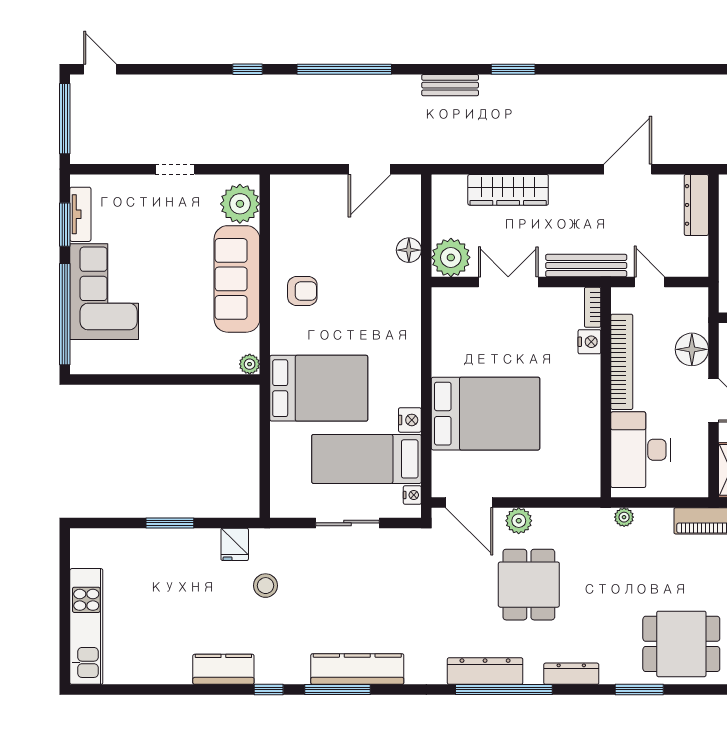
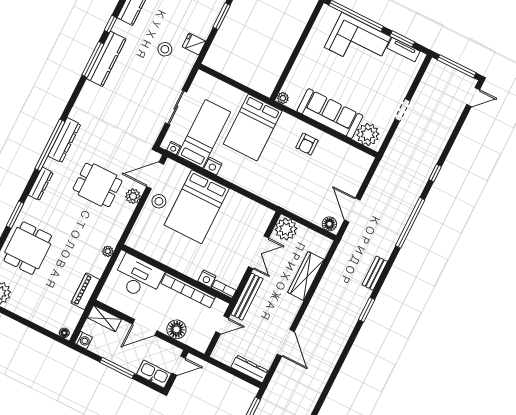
floor lamp: (409, 250) -> (329, 224), moved
stool: (506, 477) -> (159, 201), added
kitchen counter: (357, 669) -> (106, 59), moved

